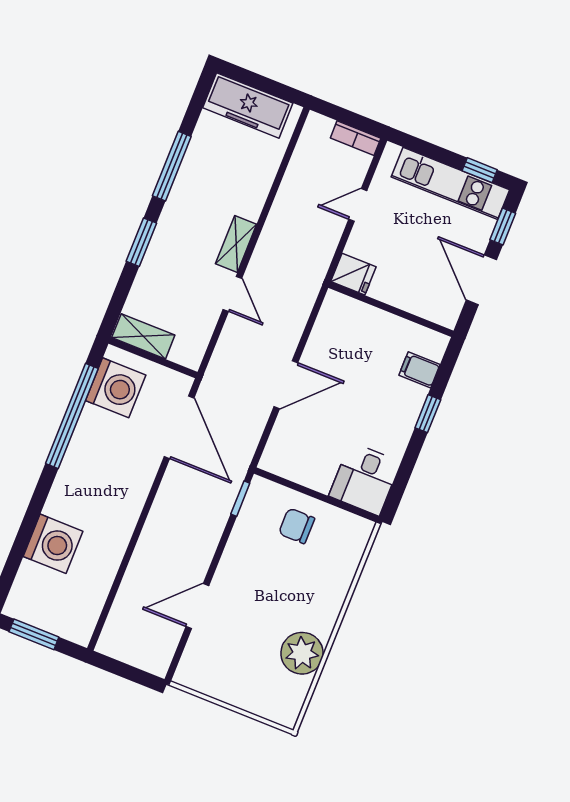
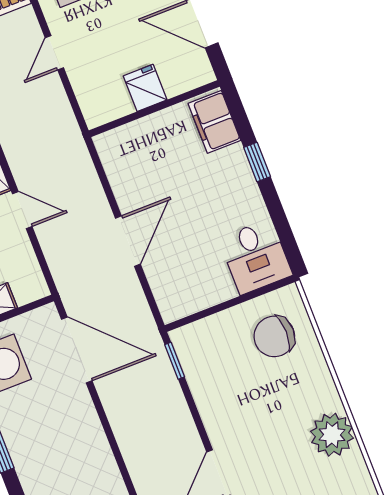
fridge: (353, 274) -> (145, 88), moved, turned -90
filing cabinet: (419, 370) -> (214, 122), width x2.00
chair: (297, 526) -> (274, 336), moved, width x1.37, depth x1.37

